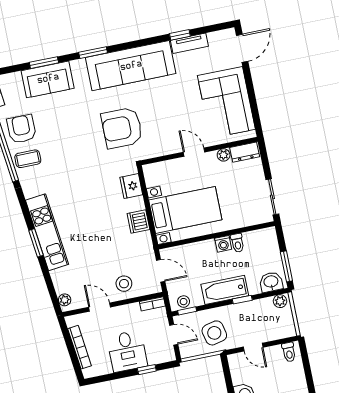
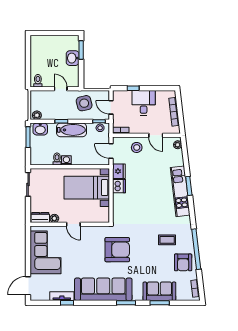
coffee table: (28, 159) -> (167, 240), moved
fridge: (131, 186) -> (119, 171), moved

